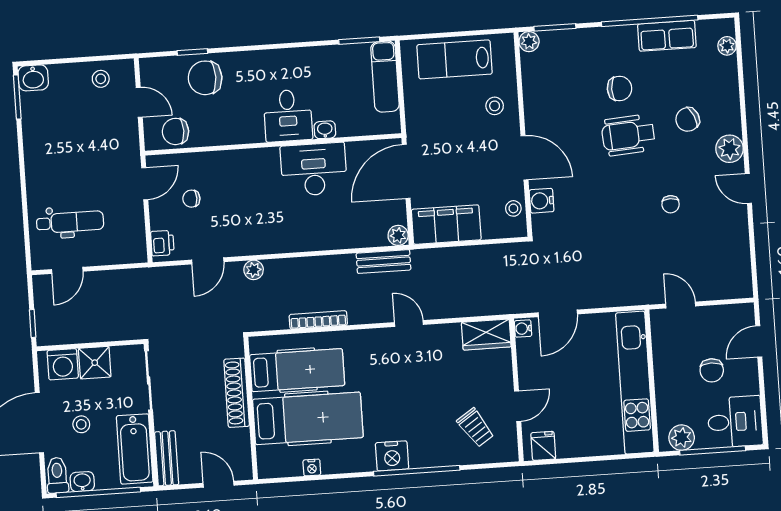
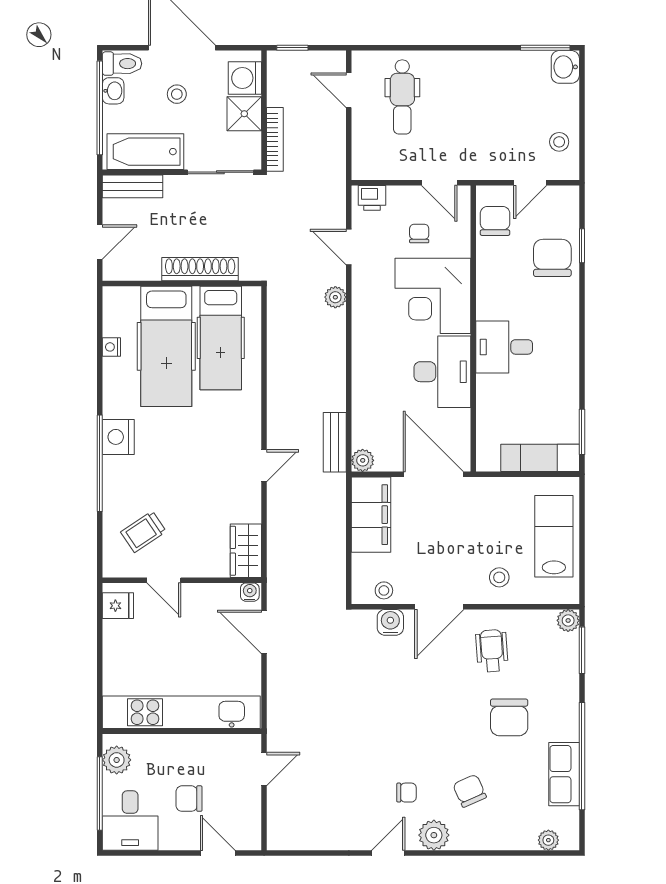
chair: (619, 88) -> (509, 717), width x1.37, depth x1.37
washbasin: (325, 130) -> (485, 387), removed
wheelchair: (628, 135) -> (492, 651), moved, width x0.73, depth x0.73
corner desk: (246, 183) -> (433, 296), added
chair: (671, 204) -> (406, 793), moved, turned 180
bookcase: (318, 320) -> (275, 139), moved

